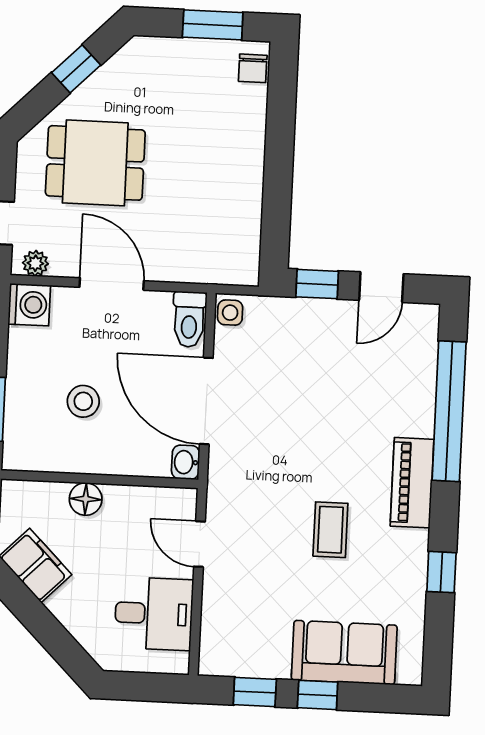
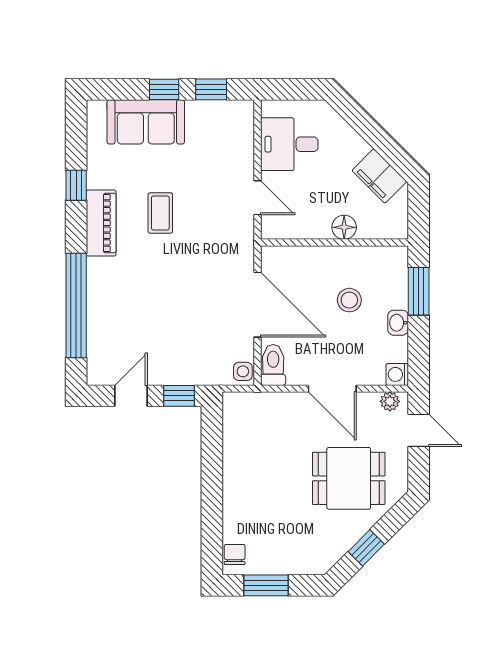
washing machine: (29, 305) -> (397, 374), width x0.73, depth x0.73
washbasin: (186, 462) -> (398, 323), moved, turned 180
piano: (412, 483) -> (101, 223), moved

